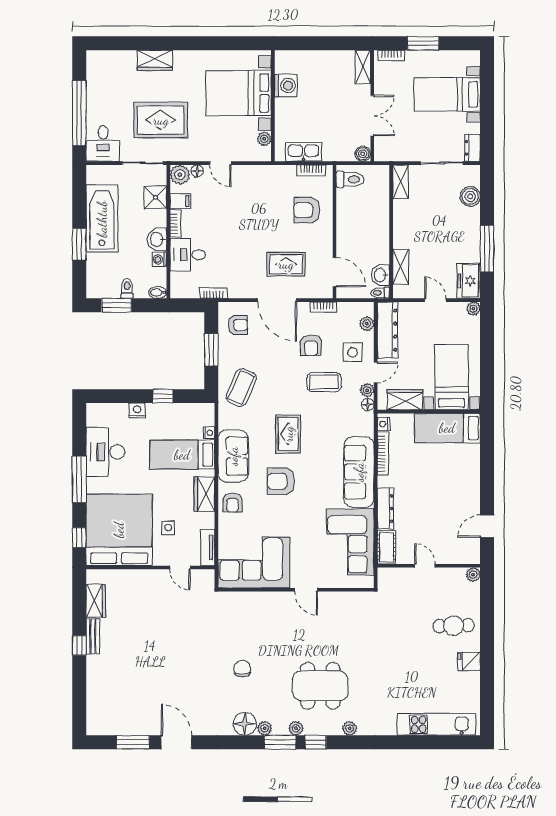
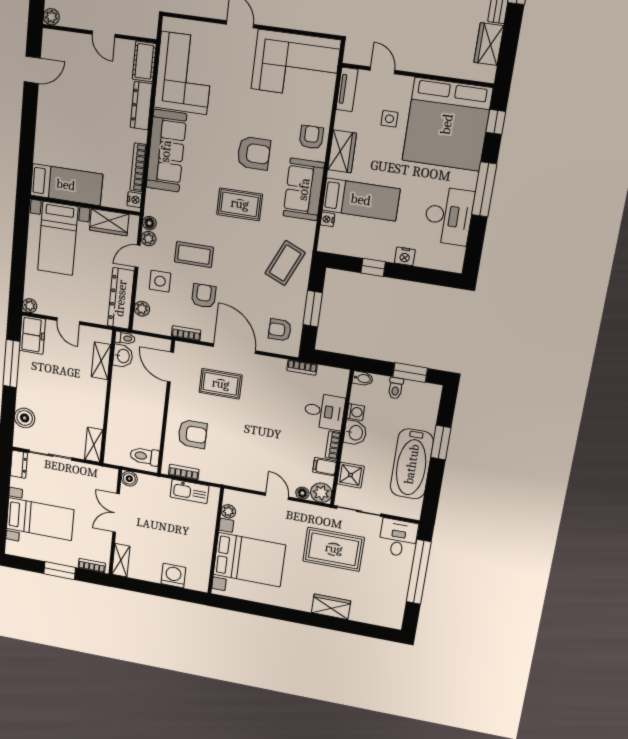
washing machine: (286, 86) -> (173, 576), moved, turned 90
rug: (288, 434) -> (240, 204), turned 90

